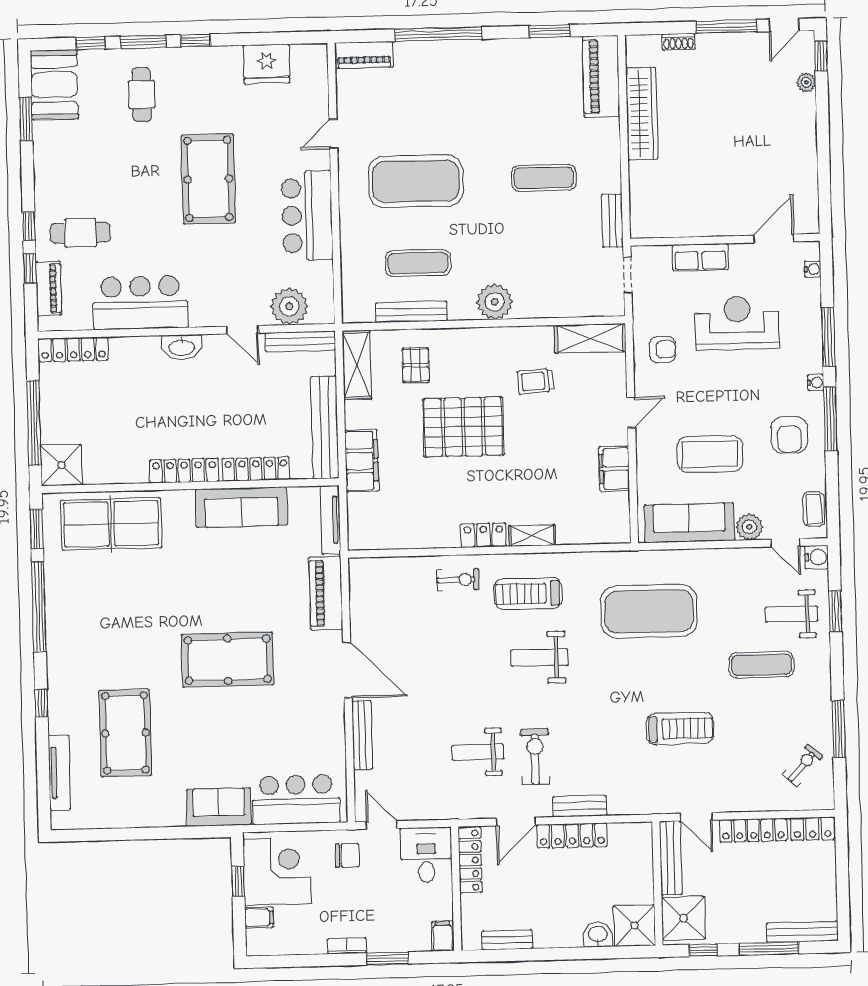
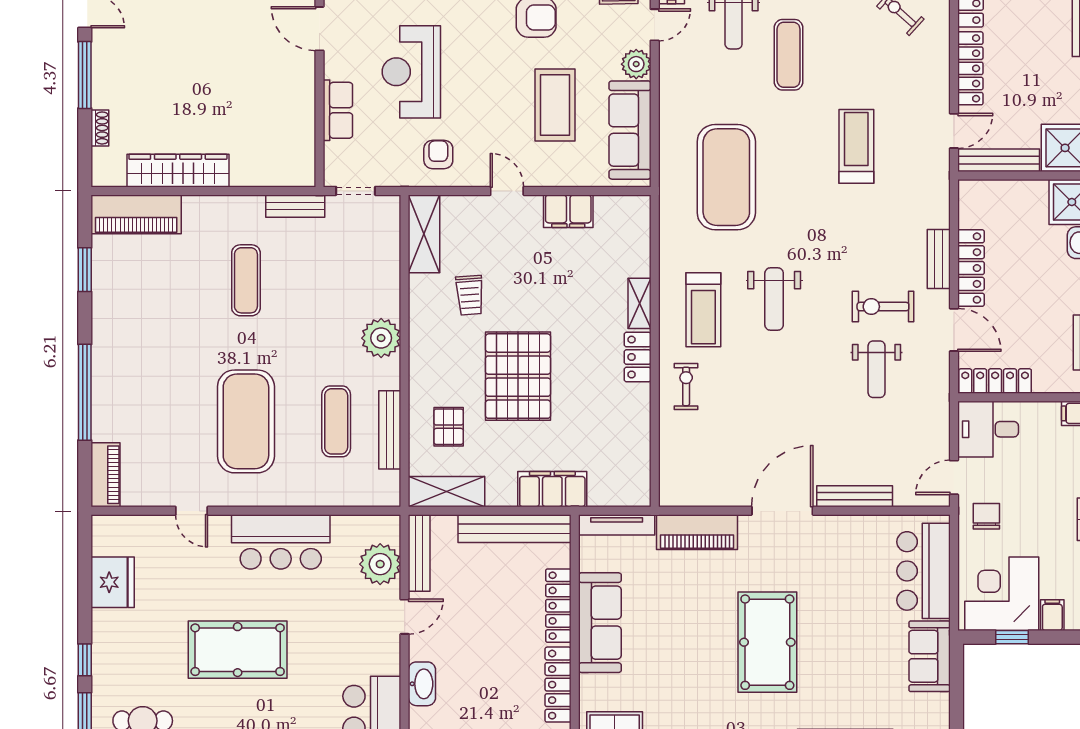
pallet: (416, 365) -> (449, 427), turned 90

